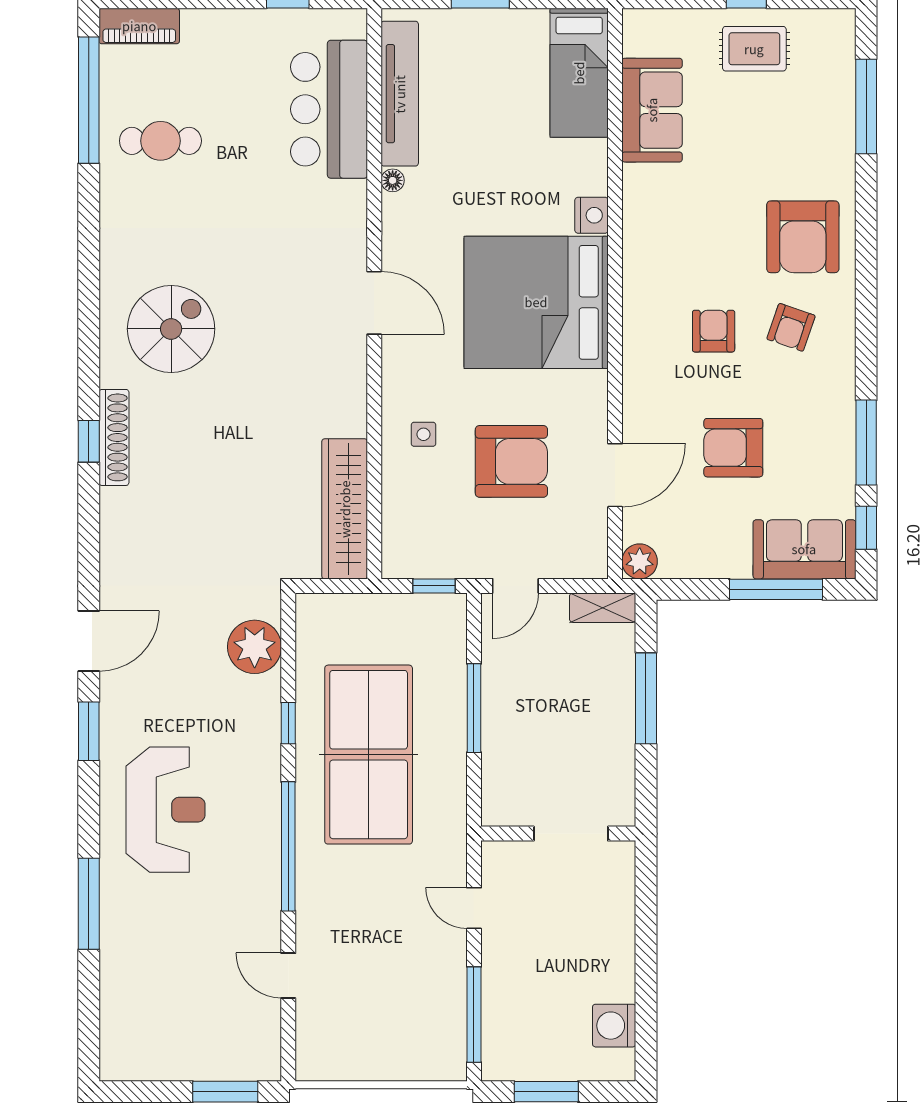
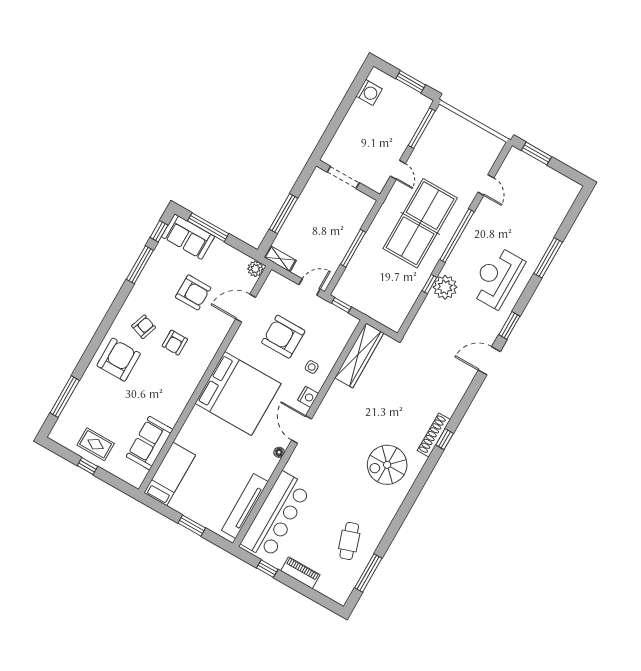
piano: (139, 26) -> (300, 573), moved
window: (89, 100) -> (368, 573), width x0.68
bar counter: (329, 109) -> (276, 516), width x1.36
cafe table: (160, 141) -> (349, 541), turned 72
floor lamp: (393, 180) -> (279, 452), moved
nightstand: (592, 215) -> (308, 397), moved, turned 180
plant: (255, 647) -> (445, 287), moved
table tennis table: (369, 755) -> (420, 223), moved

